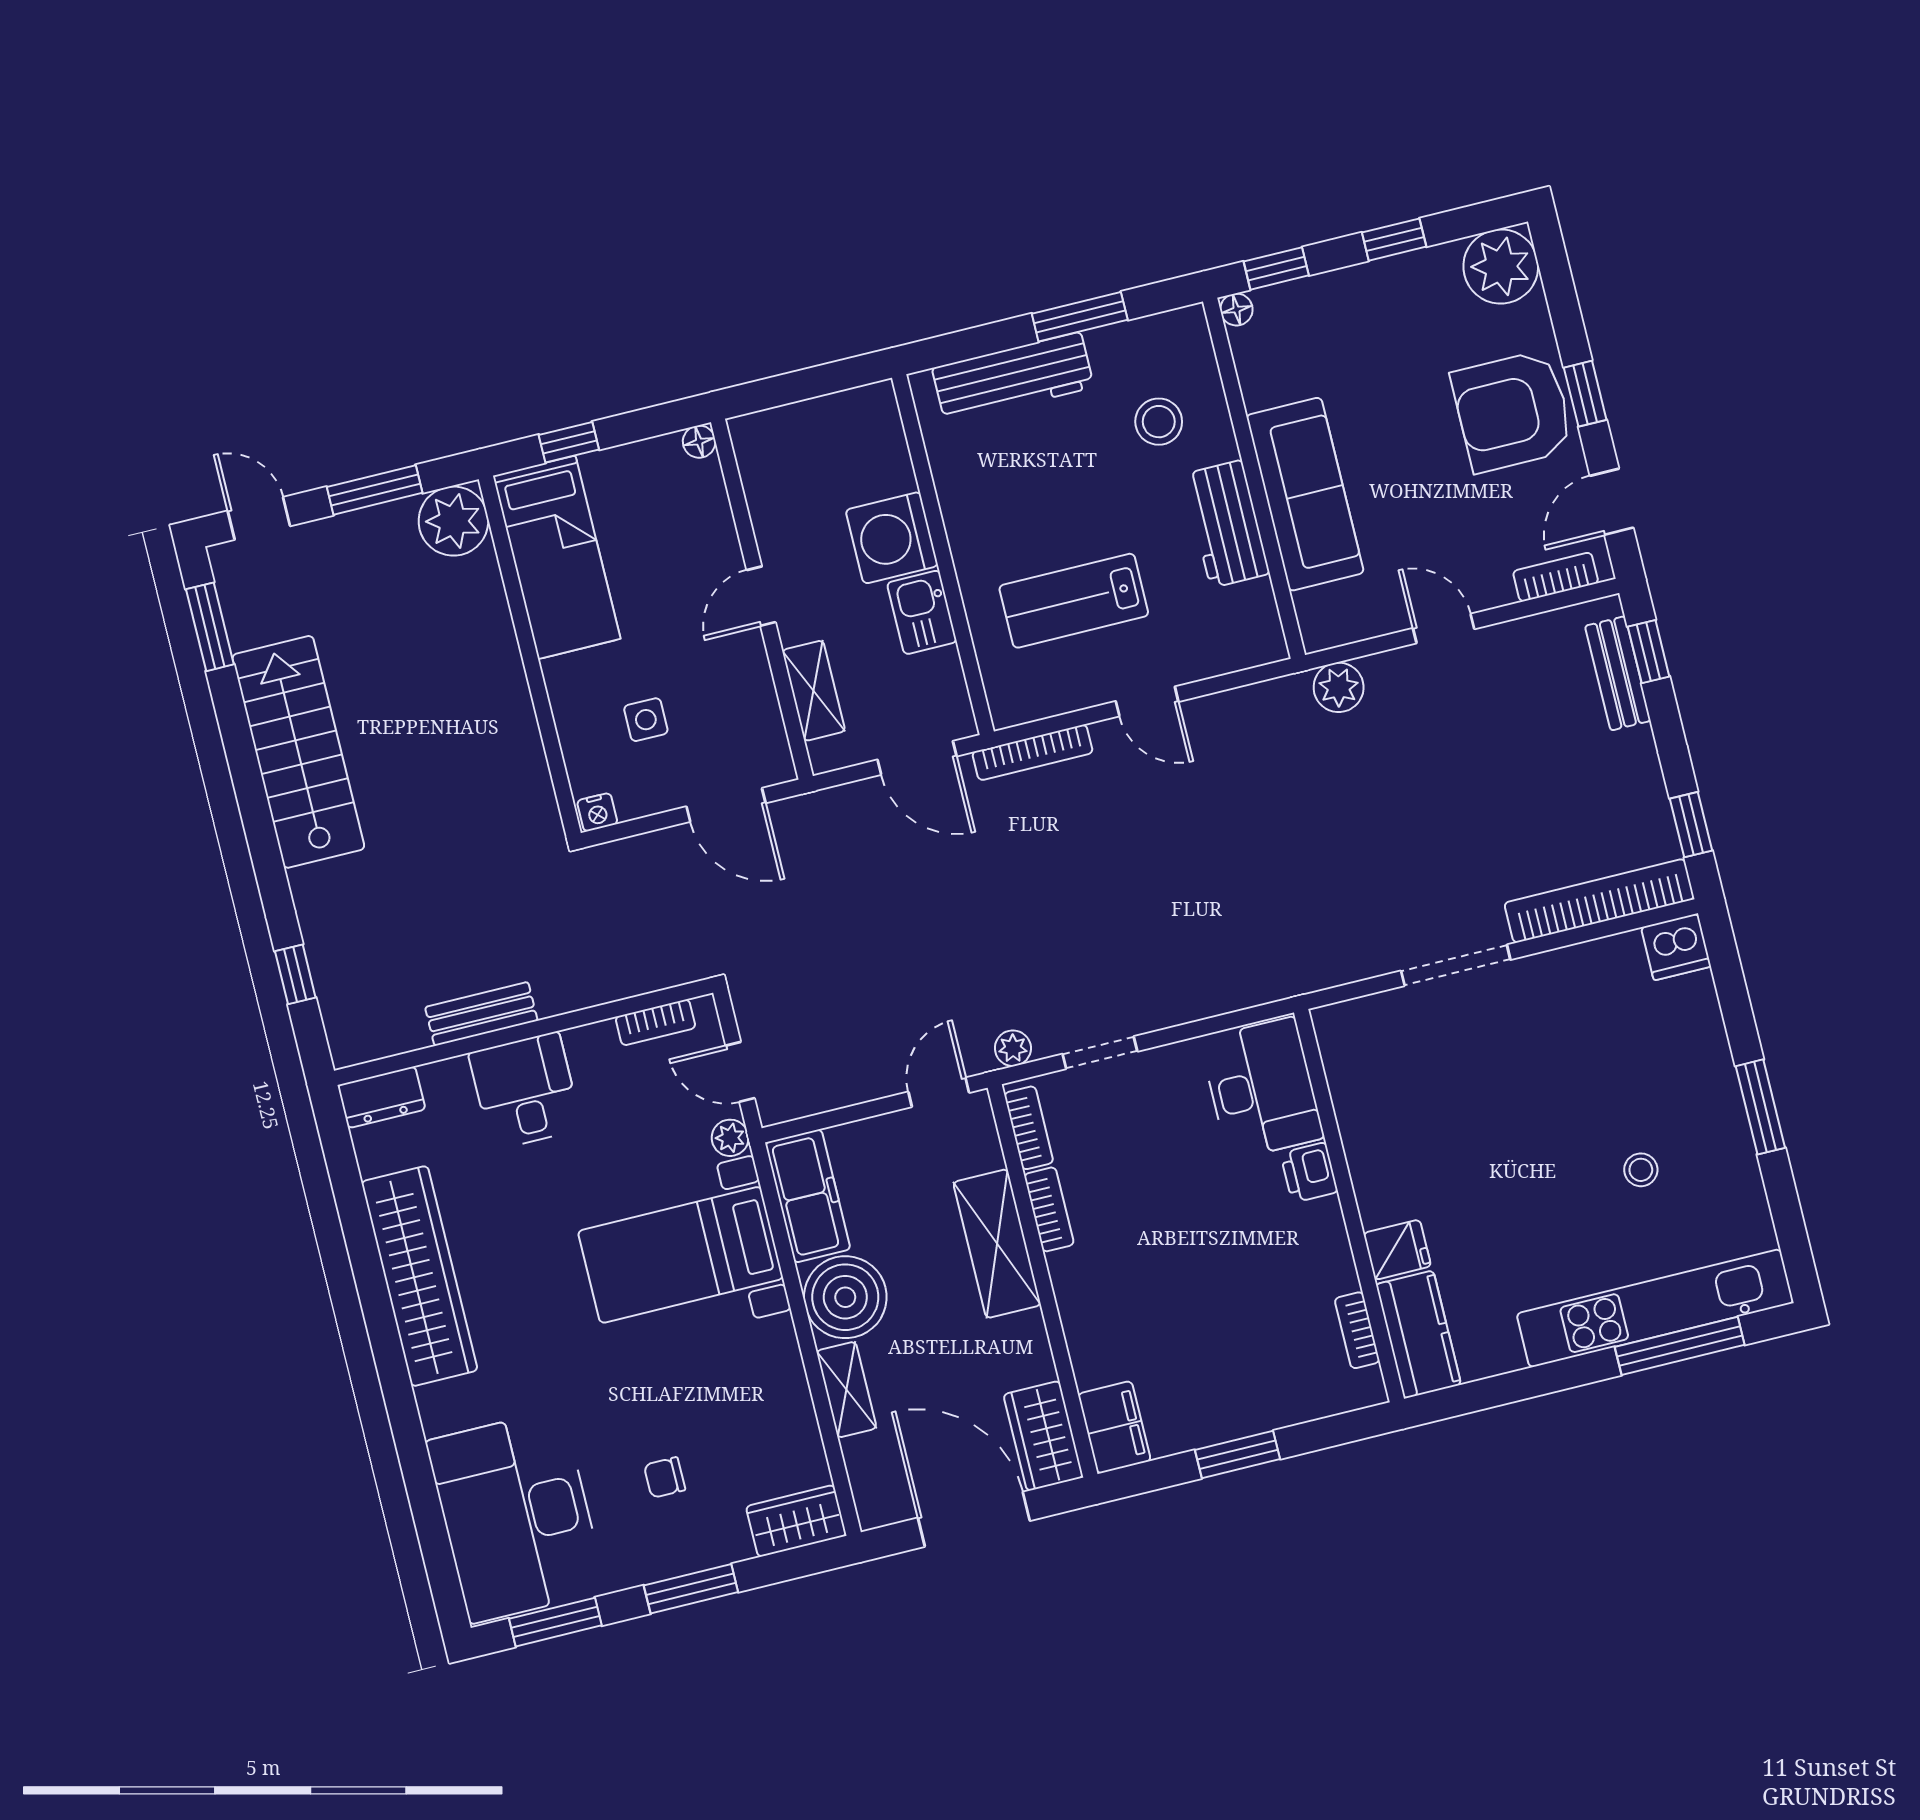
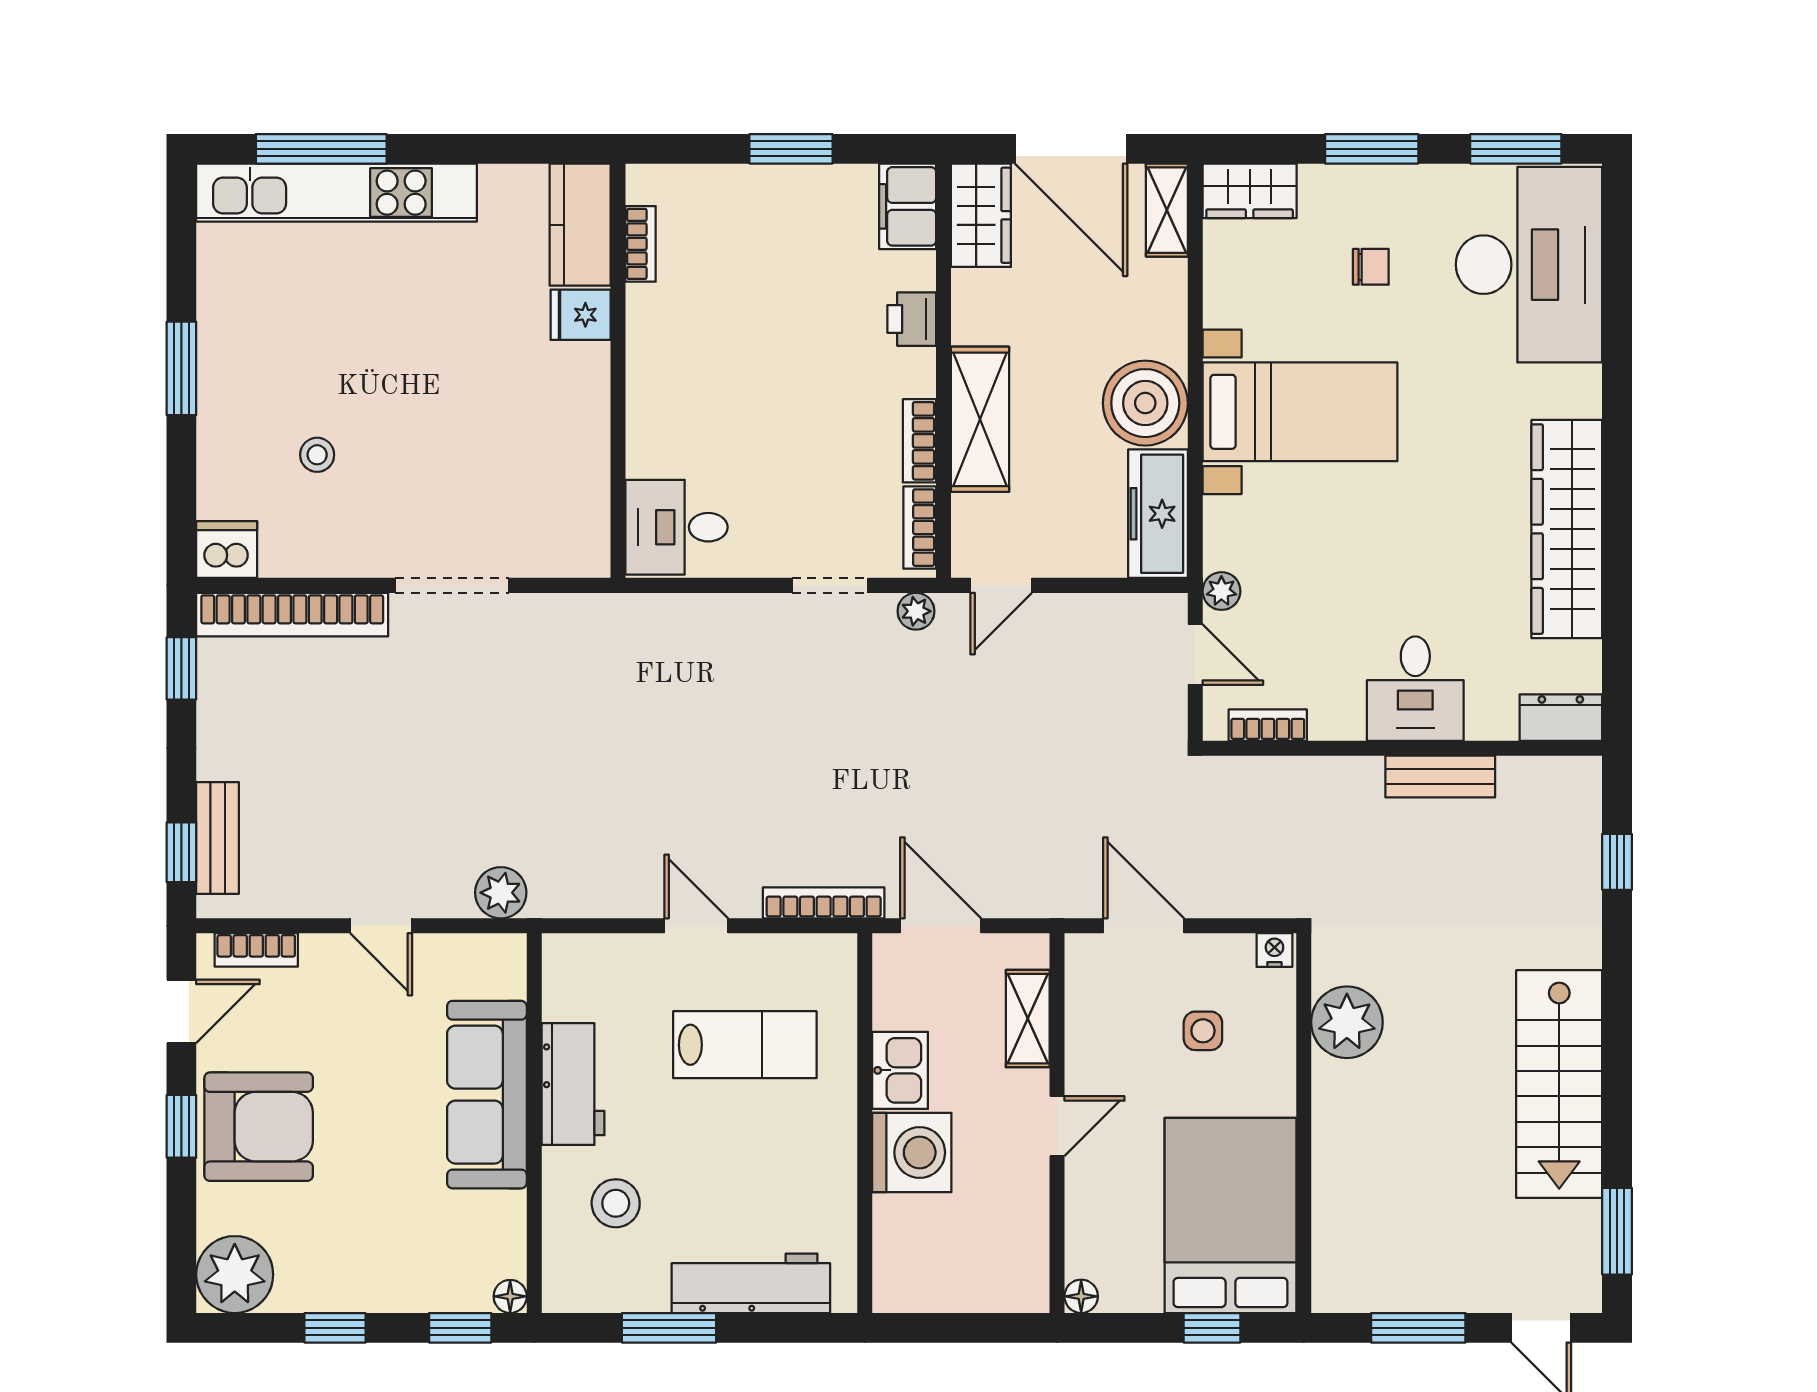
plant: (453, 521) -> (1347, 1022), moved
bed: (557, 557) -> (1230, 1215), width x1.50
desk: (1262, 1089) -> (677, 527), width x0.73
stool: (1641, 1170) -> (317, 455), moved
printer: (1309, 1173) -> (912, 319), moved, turned 180
bed with nightstands: (681, 1255) -> (1300, 412), moved
shelving: (846, 1390) -> (1167, 210), moved

